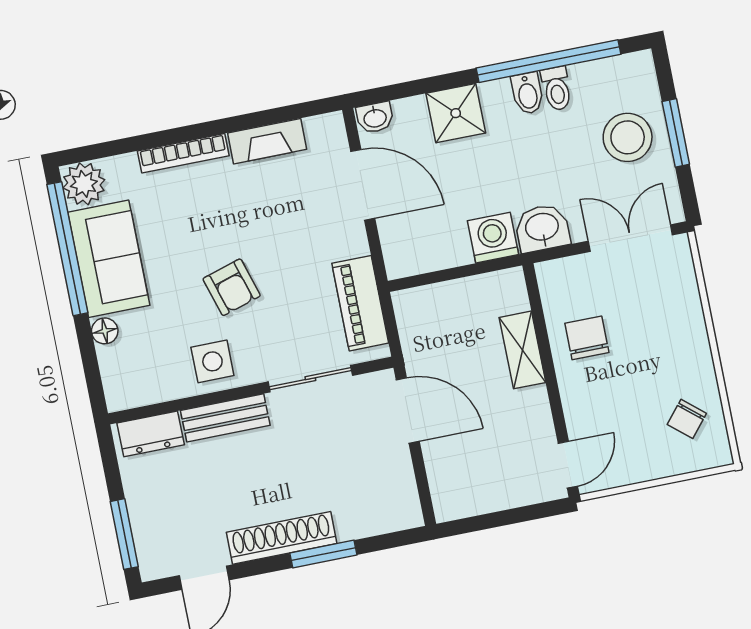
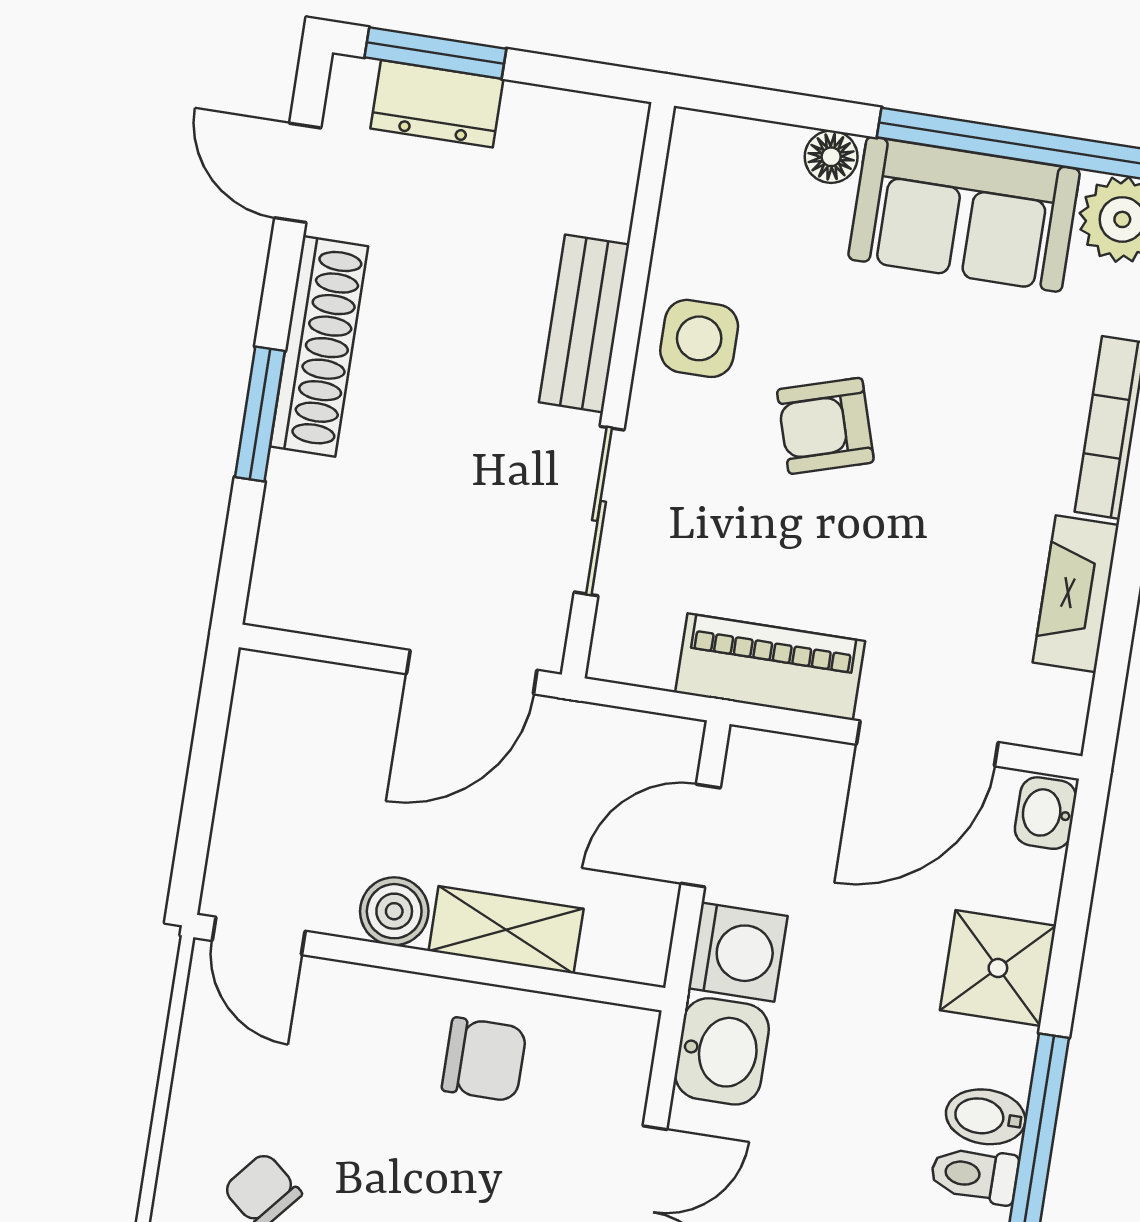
door: (445, 275) -> (701, 836), added
piano: (360, 303) -> (770, 667), moved
boiler: (533, 405) -> (394, 911), added
dresser: (151, 434) -> (437, 104), moved, turned -90

